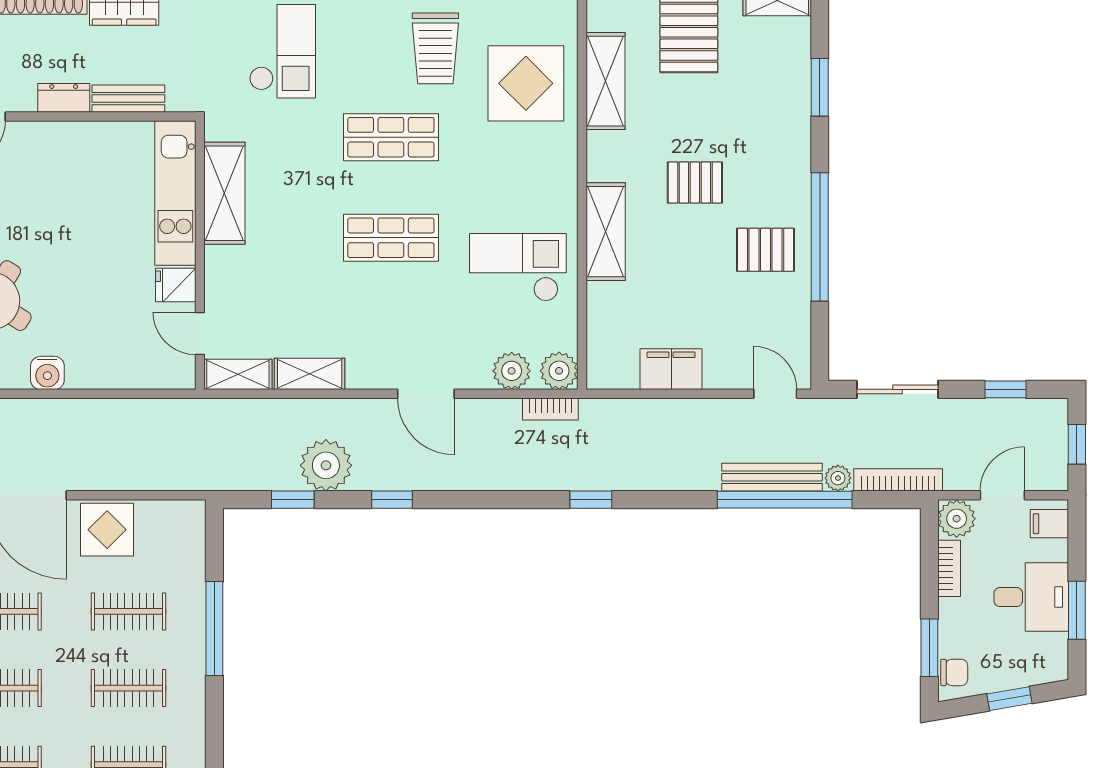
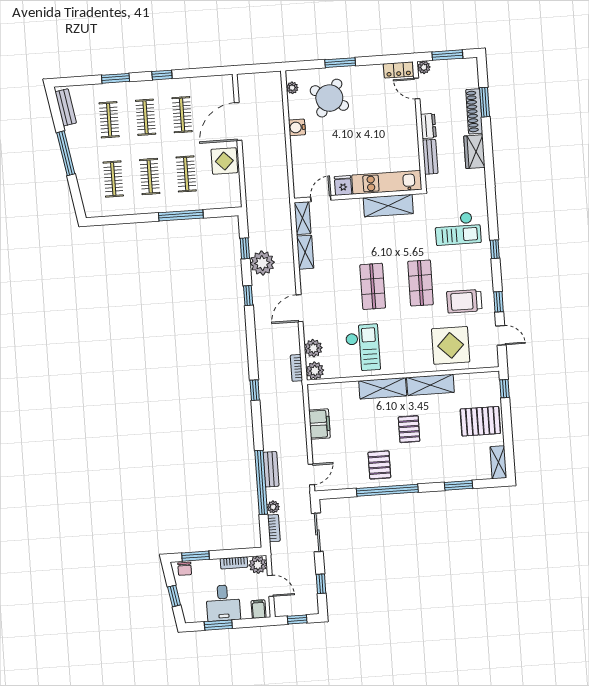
shelving: (606, 81) -> (430, 385), moved
bench: (772, 477) -> (271, 469), width x0.73
bookcase: (898, 480) -> (274, 528), width x0.64

